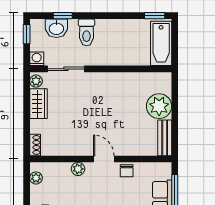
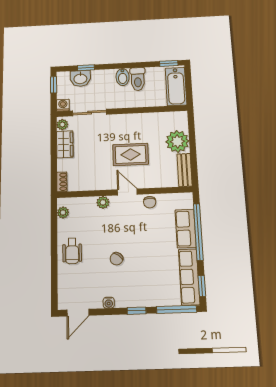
bidet: (103, 29) -> (123, 77), added
toilet: (87, 32) -> (138, 79), moved
rug: (109, 118) -> (131, 154), added

